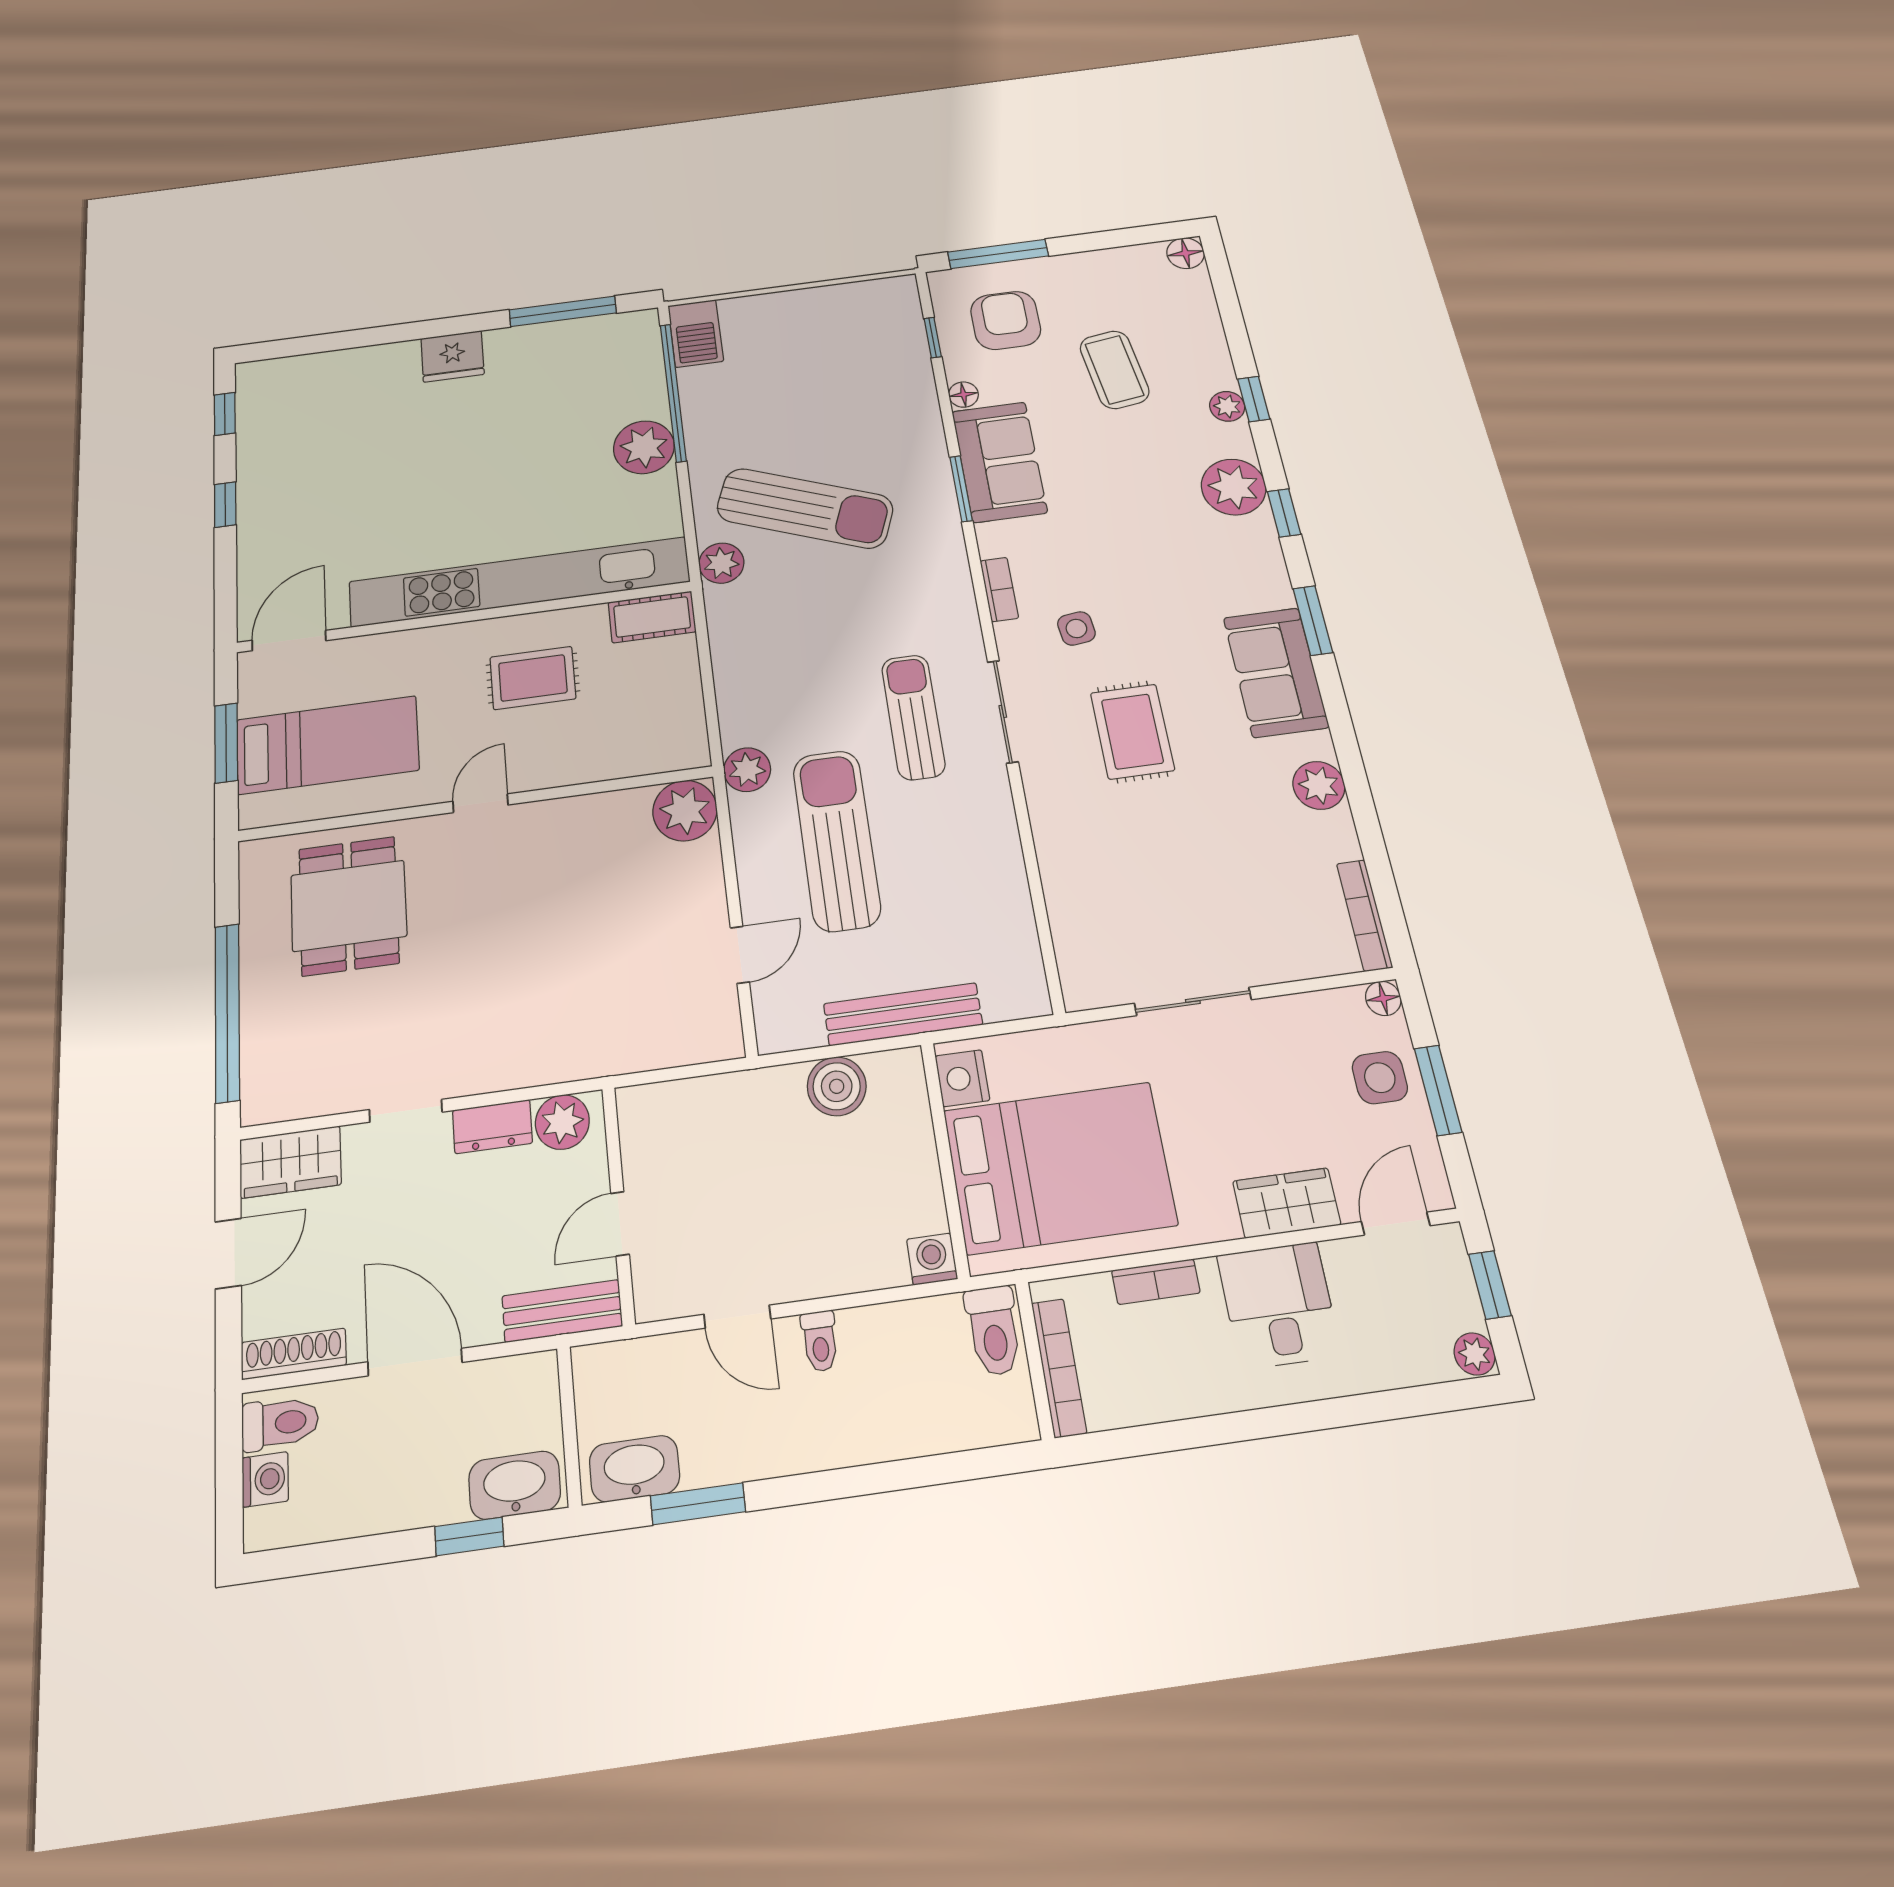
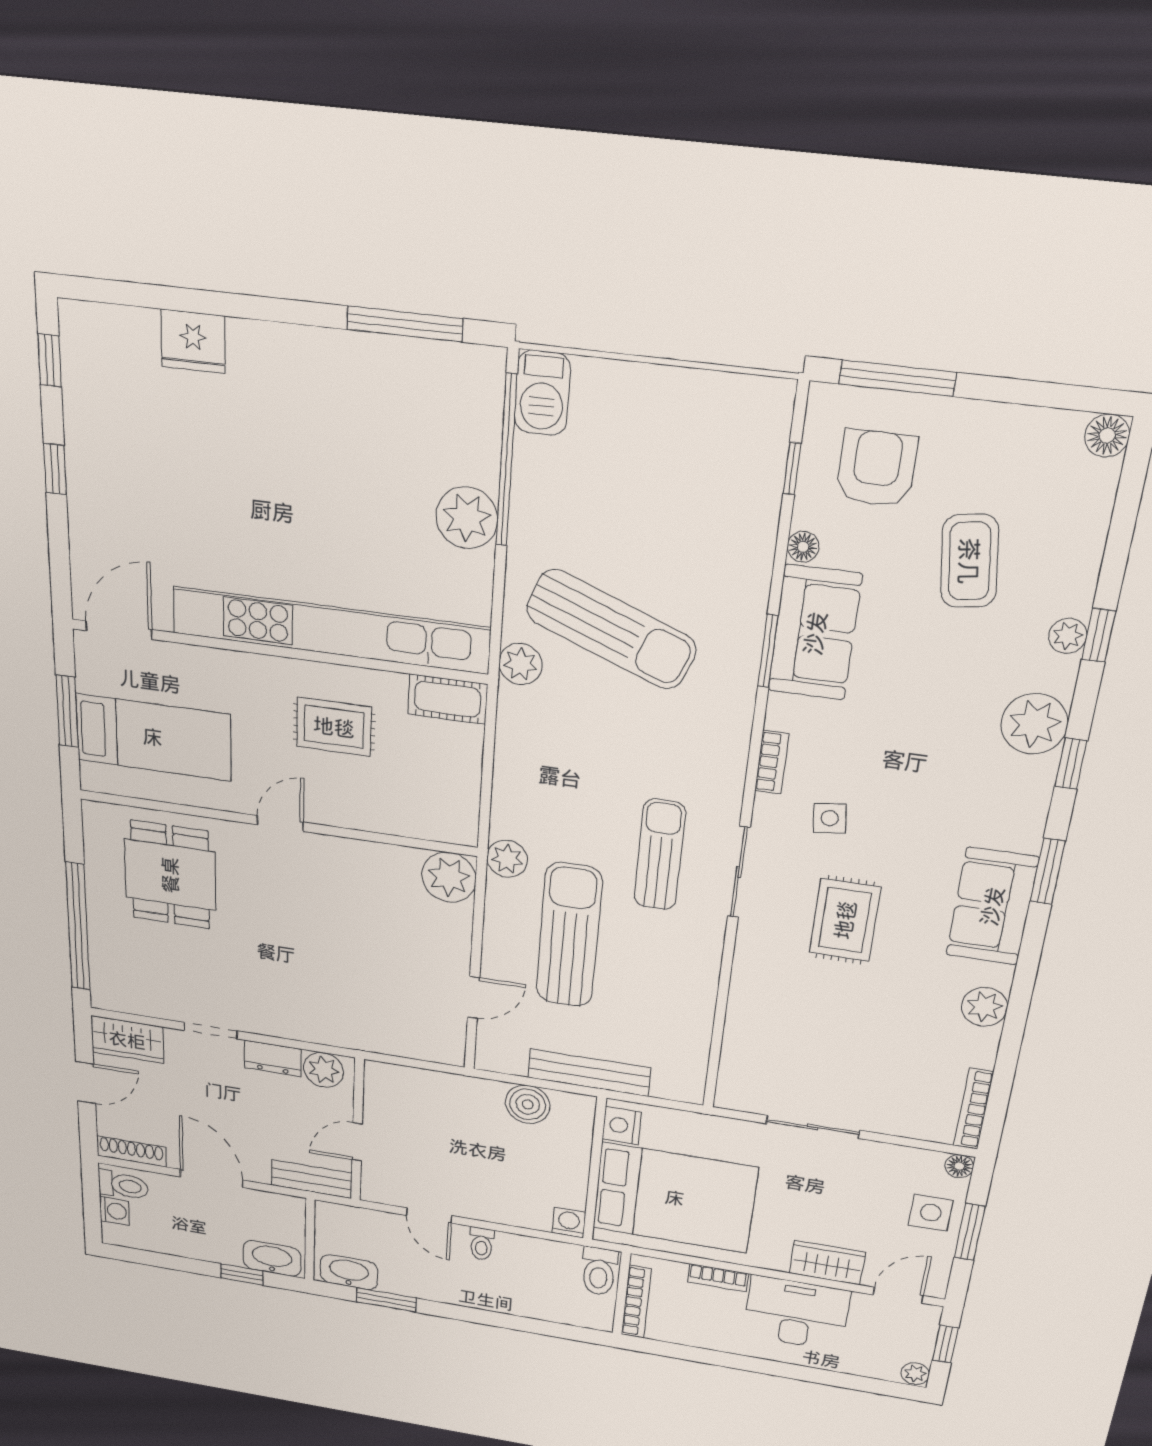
fridge: (452, 356) -> (193, 341), moved
desk: (1279, 1305) -> (796, 1313), width x1.37

